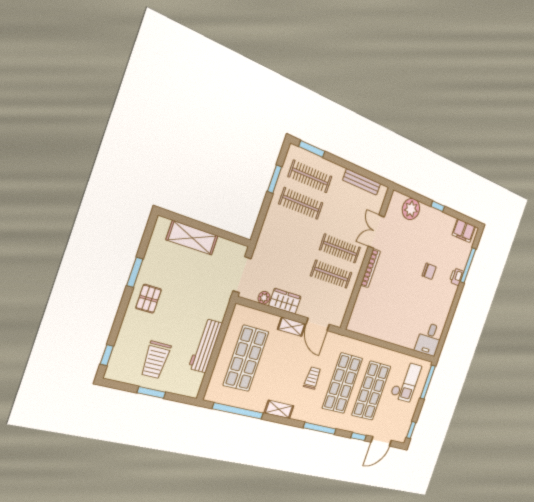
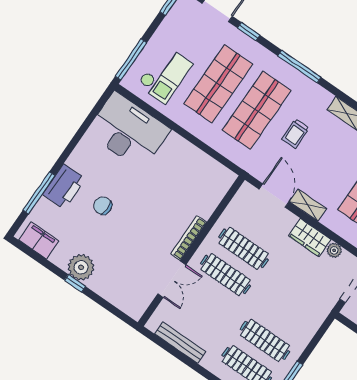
plant: (411, 209) -> (81, 267), moved
printer: (456, 277) -> (64, 187), width x1.87, depth x1.48
desk: (429, 339) -> (128, 131), width x1.87, depth x1.30
checkout: (406, 382) -> (165, 74), turned 180

